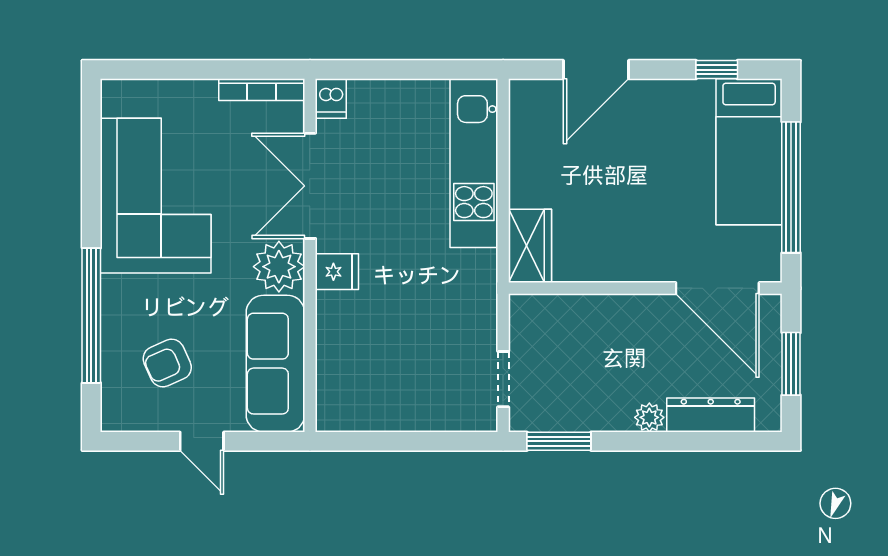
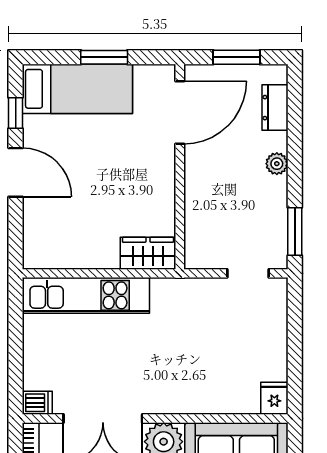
door: (596, 70) -> (16, 172), moved
window: (791, 187) -> (104, 57), width x0.47
fridge: (337, 272) -> (274, 398), moved
dresser: (711, 415) -> (275, 108), width x0.70

